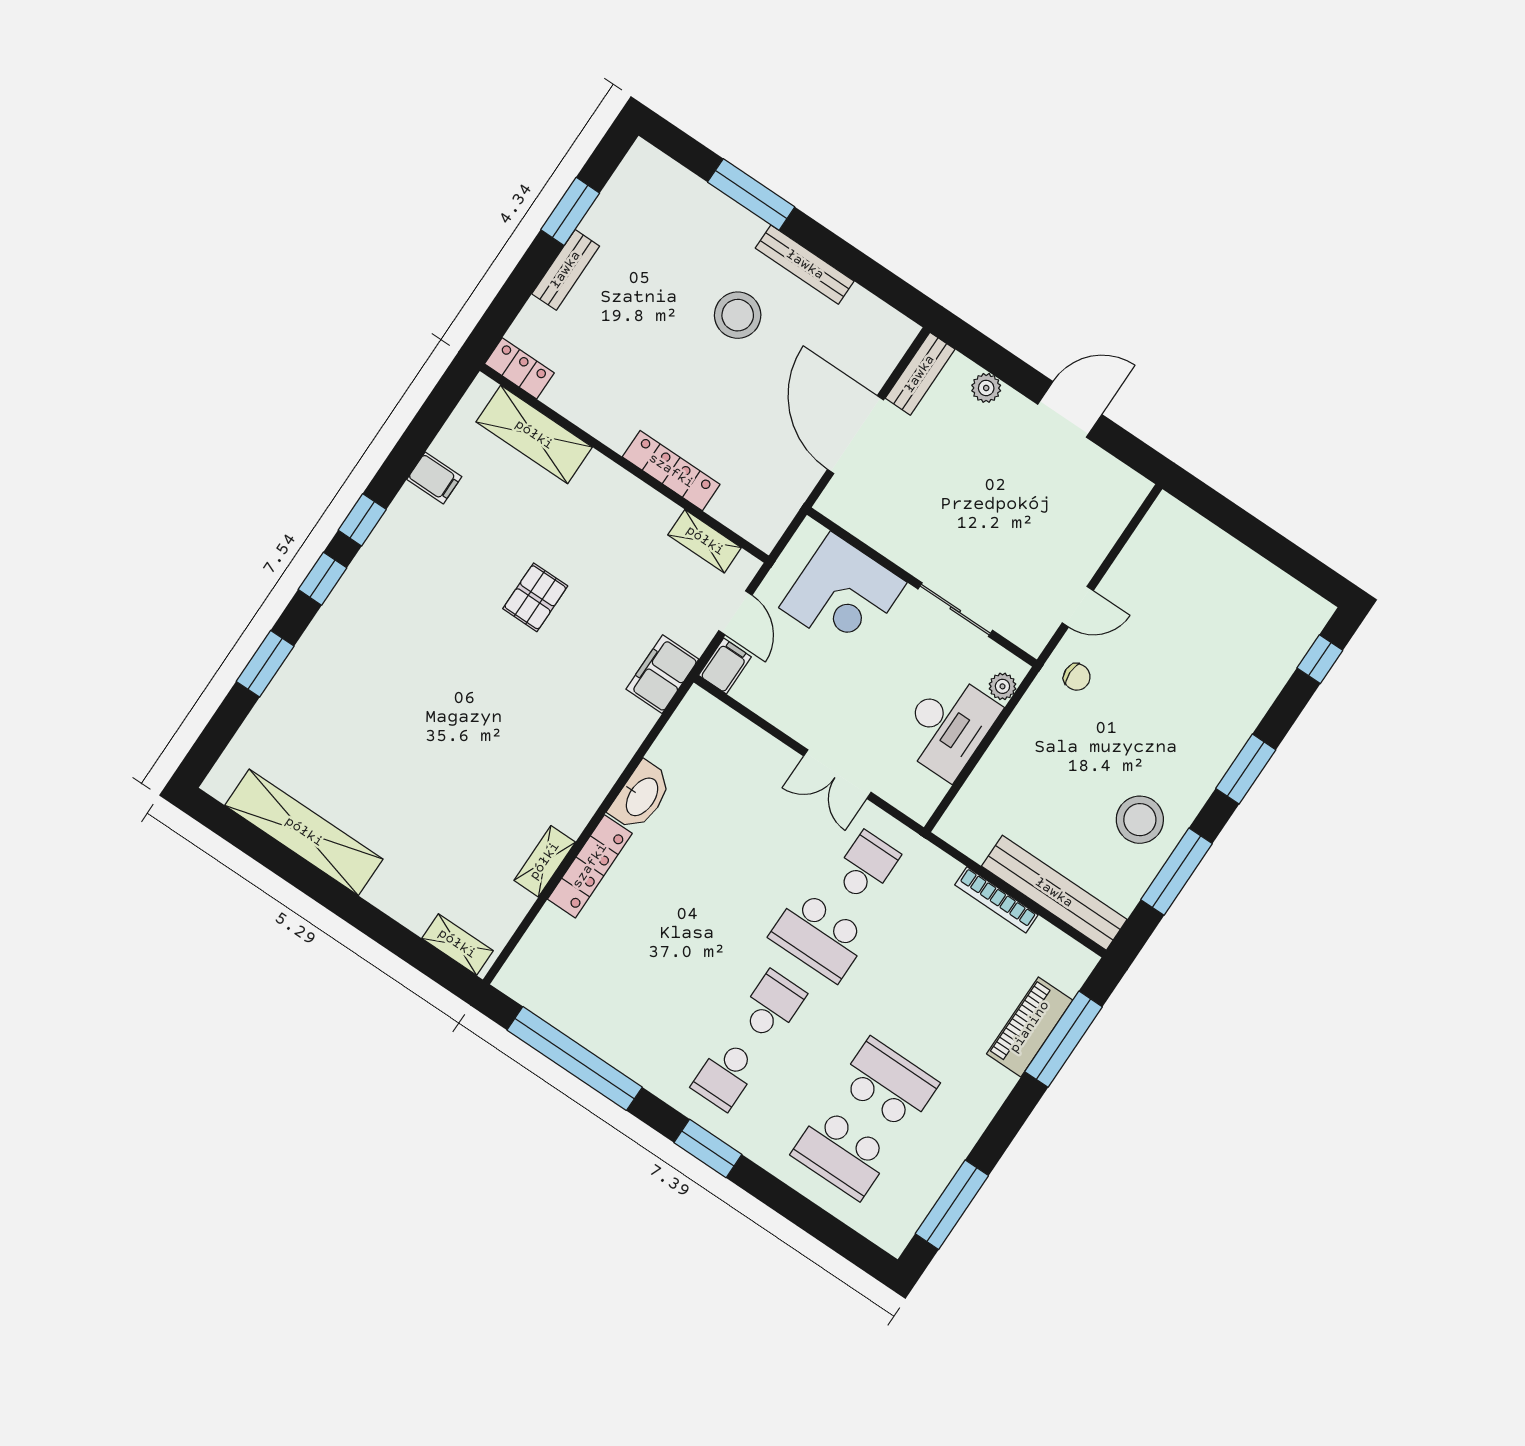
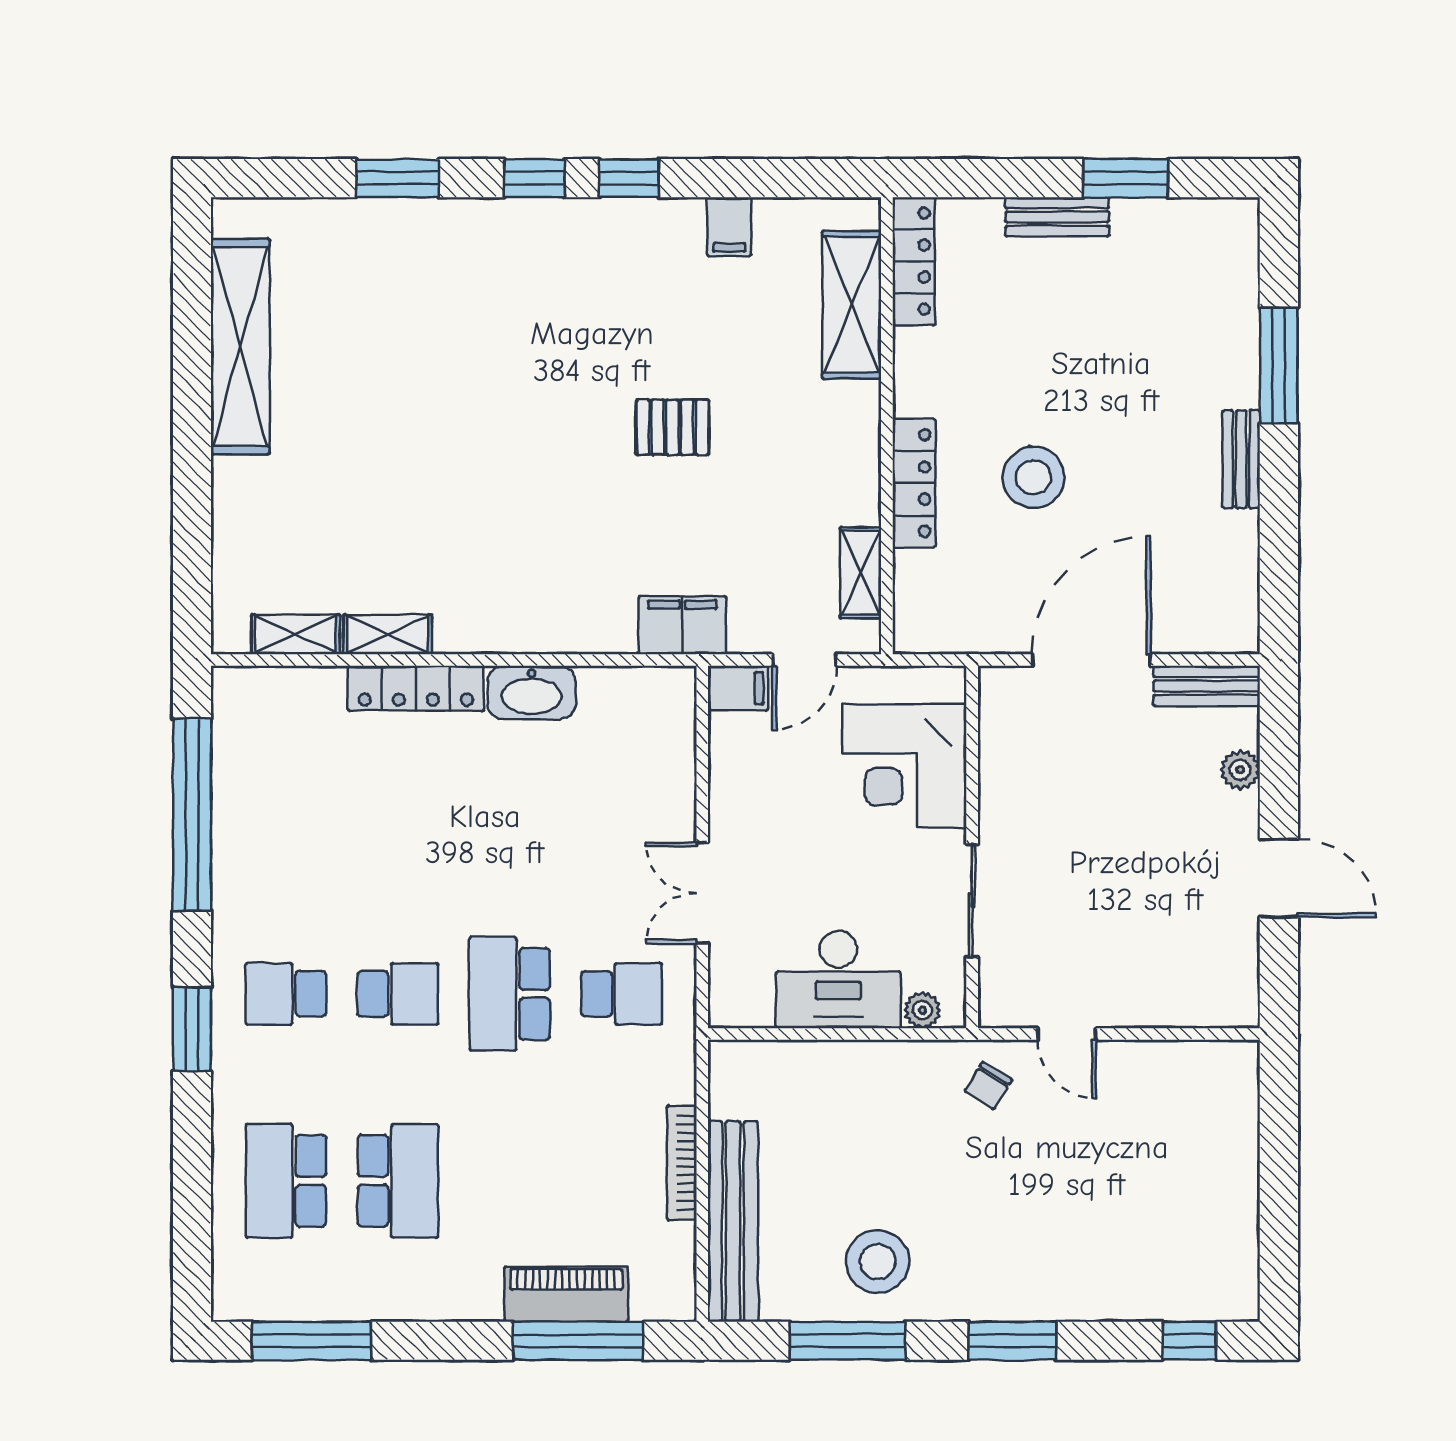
bench: (805, 265) -> (1241, 459), width x0.73
stool: (738, 315) -> (1034, 477), moved
locker: (519, 368) -> (914, 261), width x1.53
chair: (1077, 677) -> (988, 1085), turned 32
shelving: (457, 944) -> (296, 635), moved, turned 90

